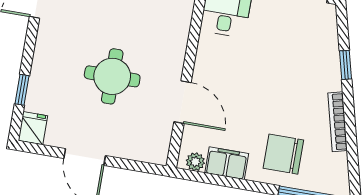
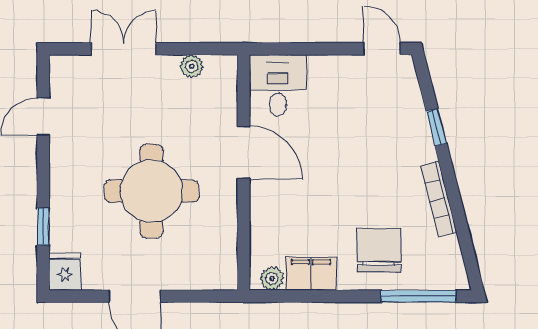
round table: (112, 76) -> (151, 191), width x1.36, depth x1.36
door: (182, 102) -> (244, 152), moved
chair: (283, 154) -> (379, 250), turned 90

